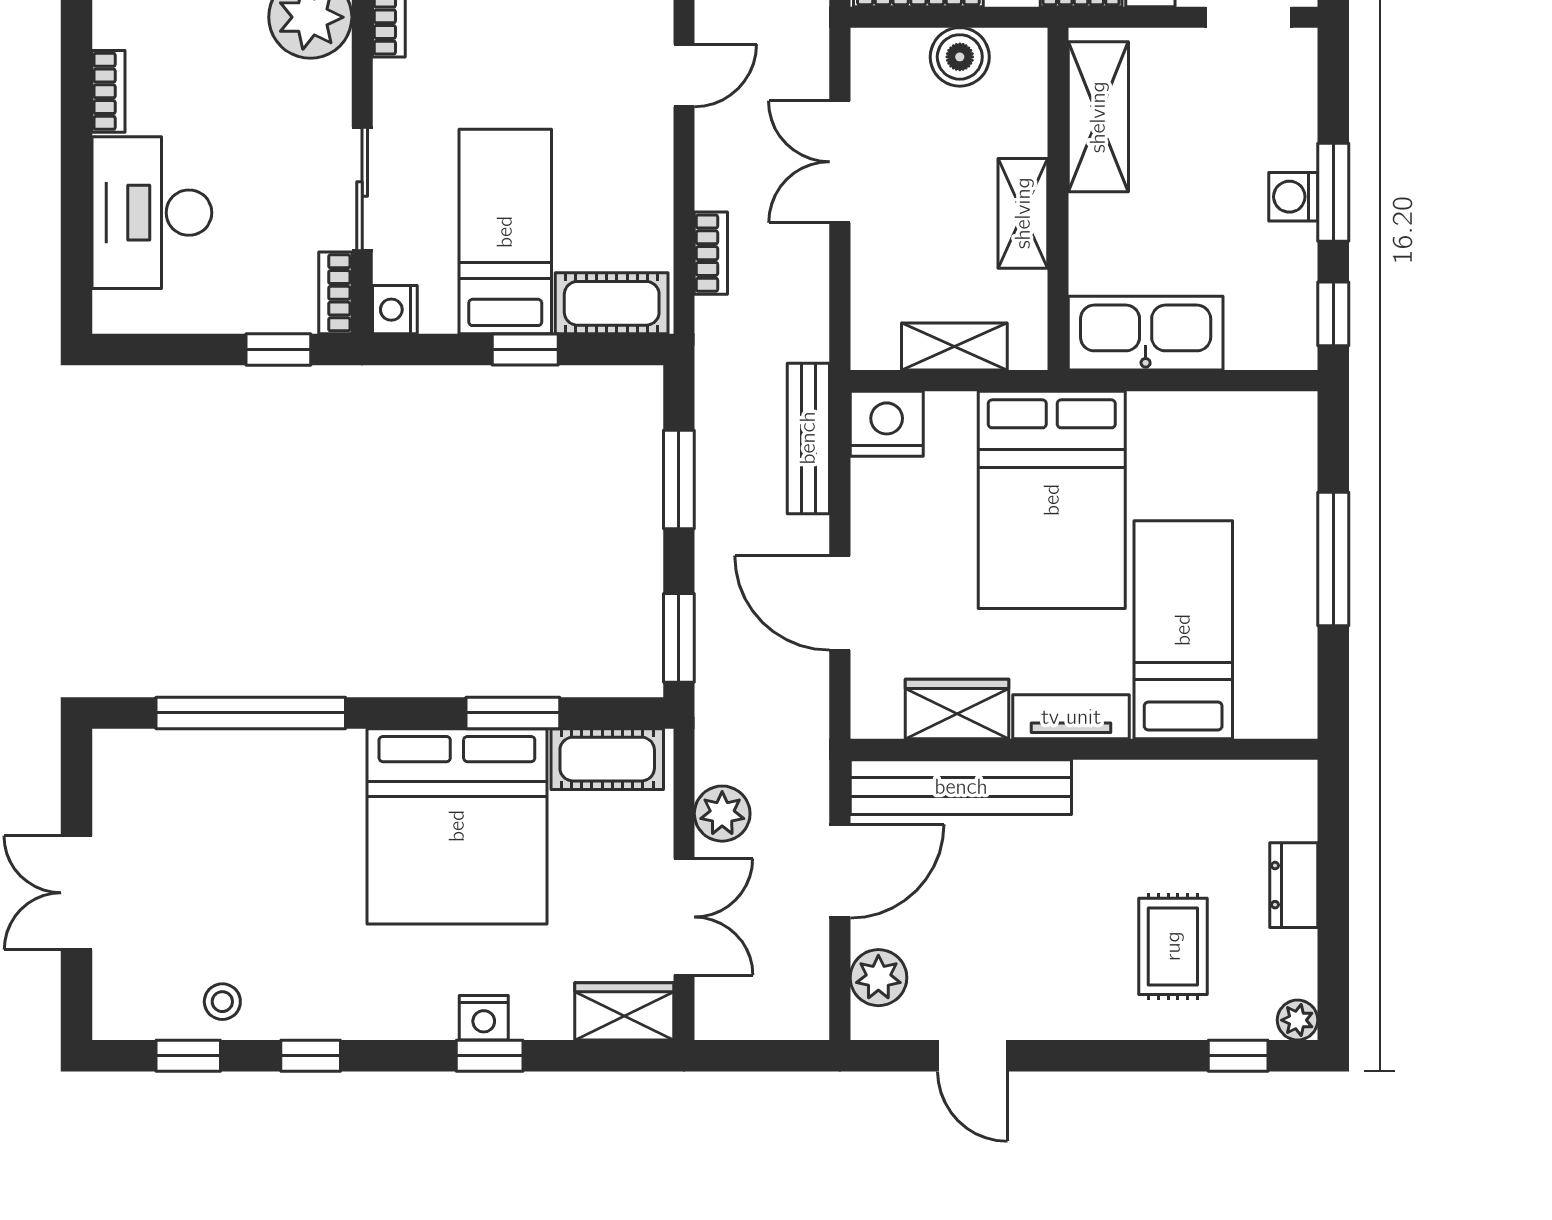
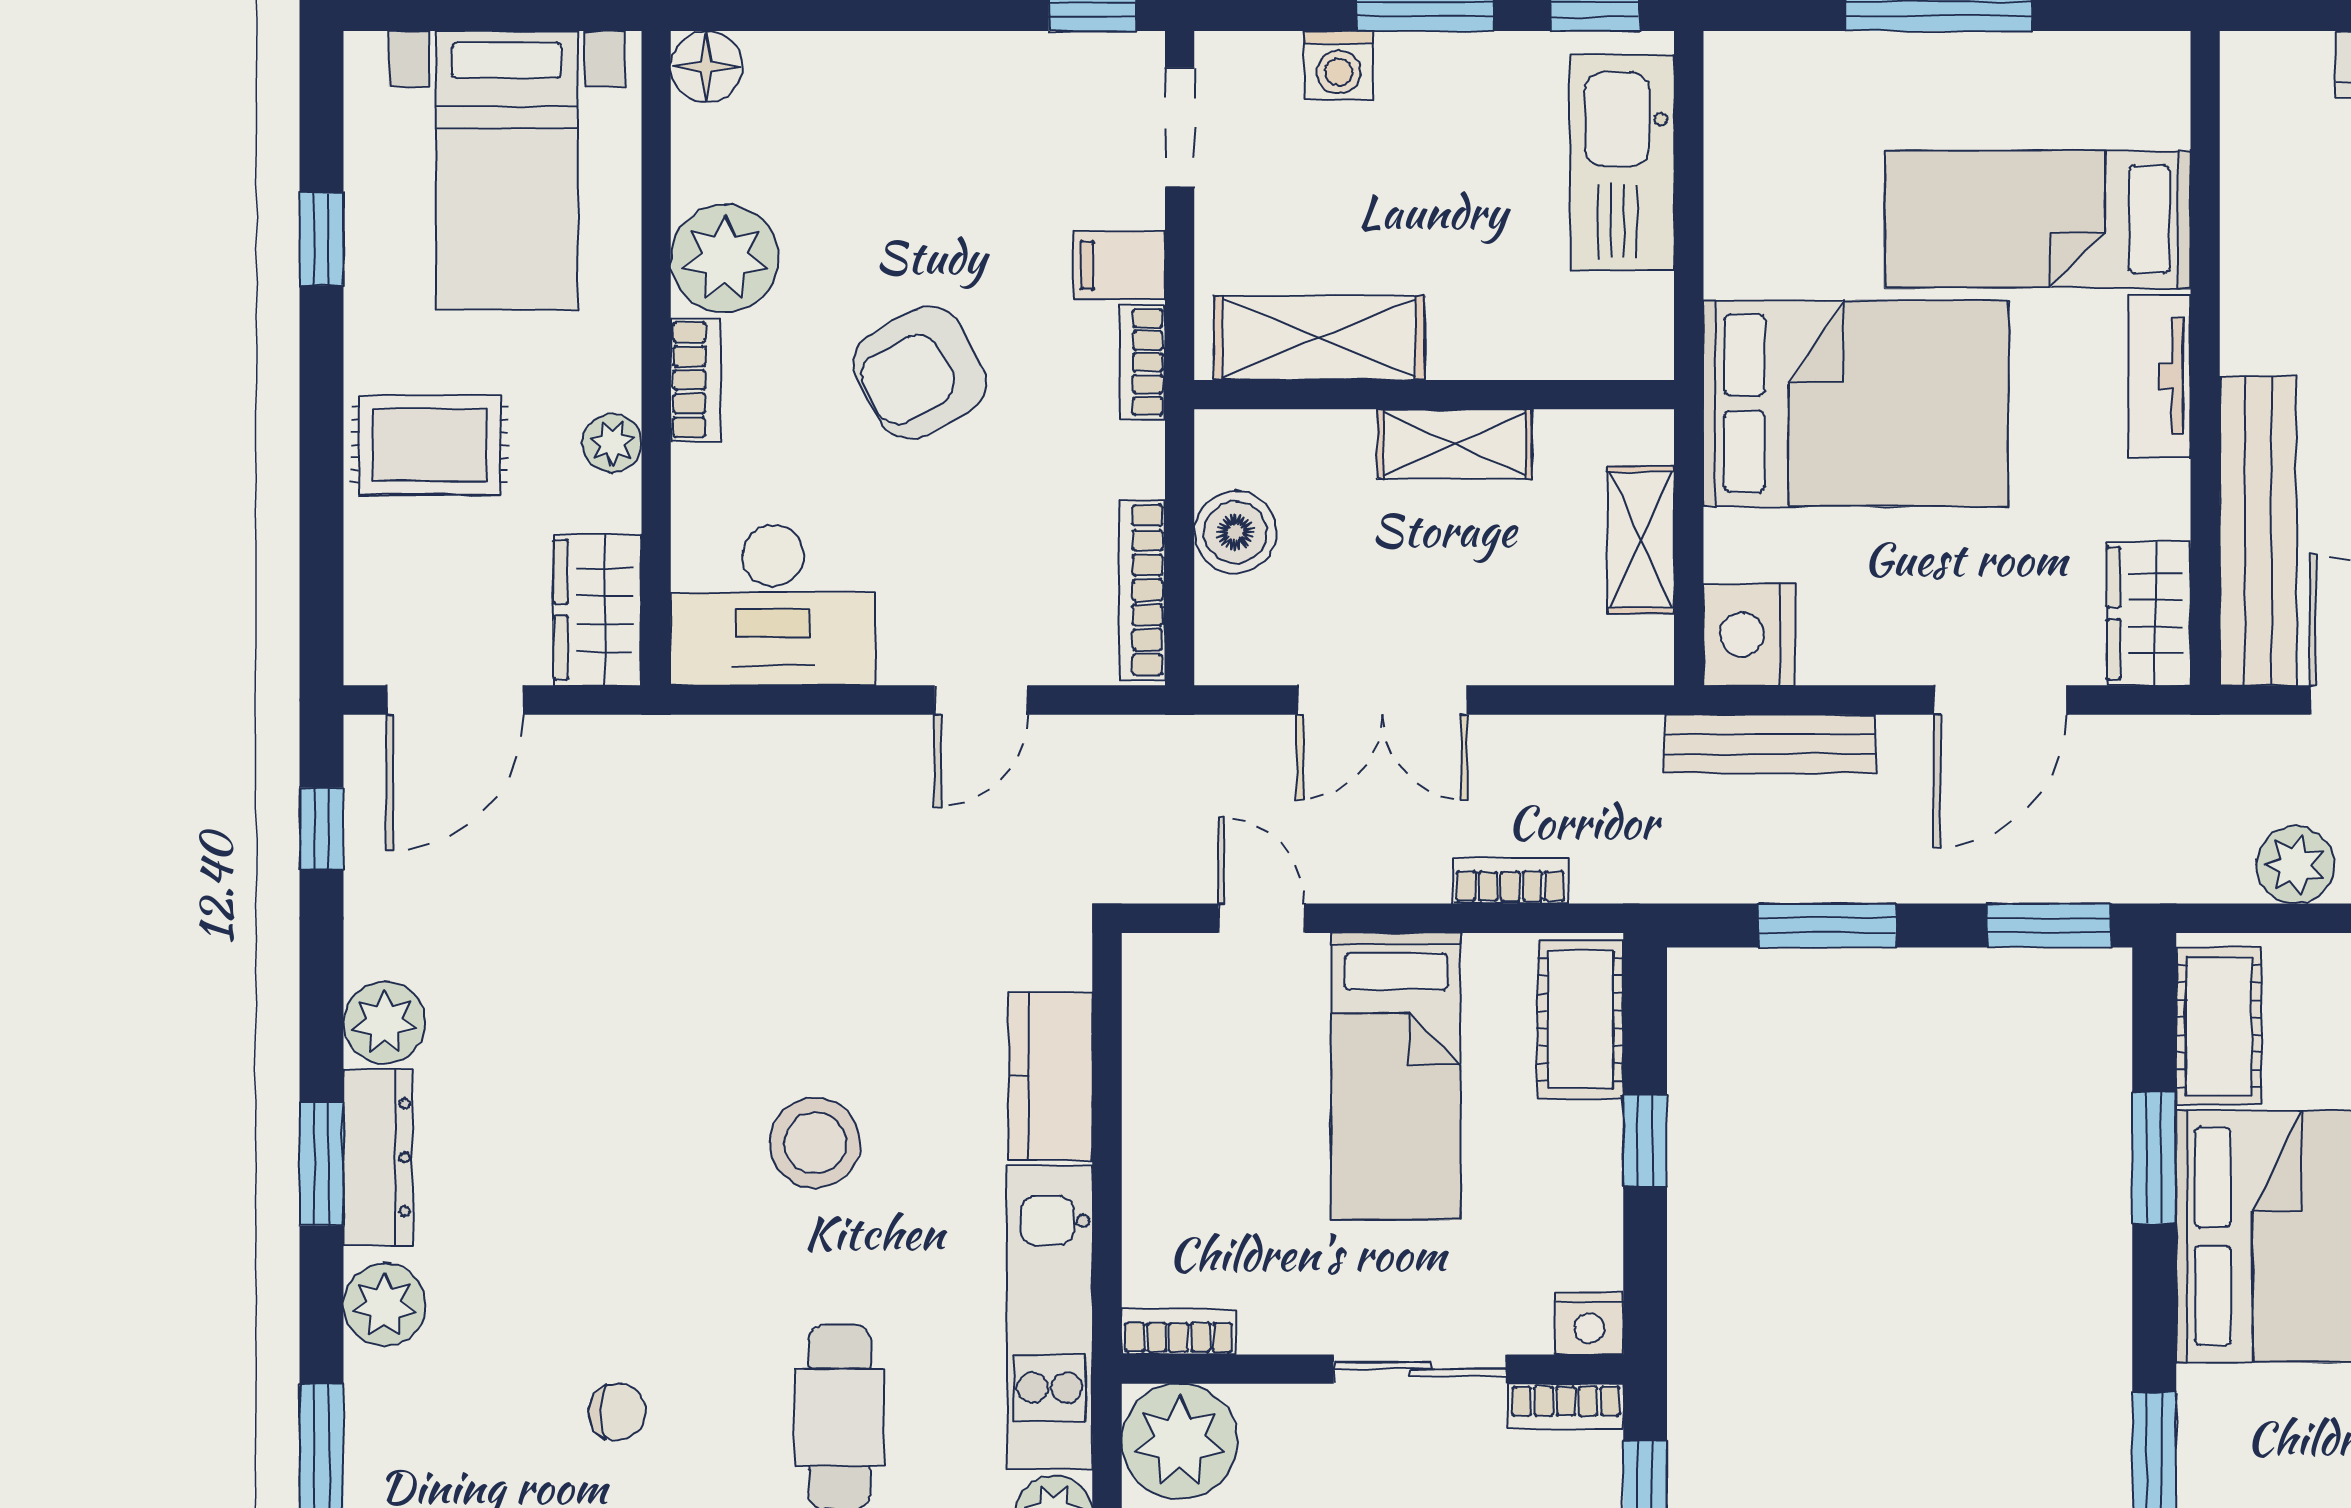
washing machine: (1293, 197) -> (1339, 65), moved
bed: (505, 232) -> (1396, 1076), moved, turned -90
kitchen sink: (1146, 333) -> (1622, 163), moved
wardrobe: (957, 709) -> (2149, 613), moved

